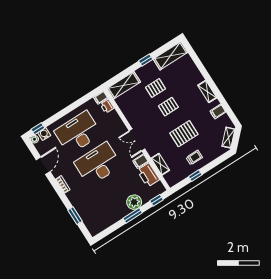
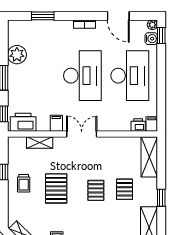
printer: (148, 175) -> (23, 122), moved
plant: (134, 202) -> (17, 55), moved

